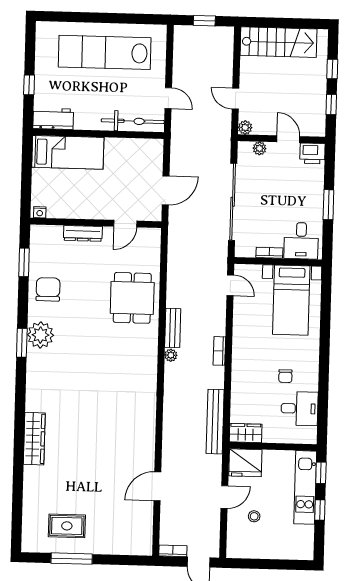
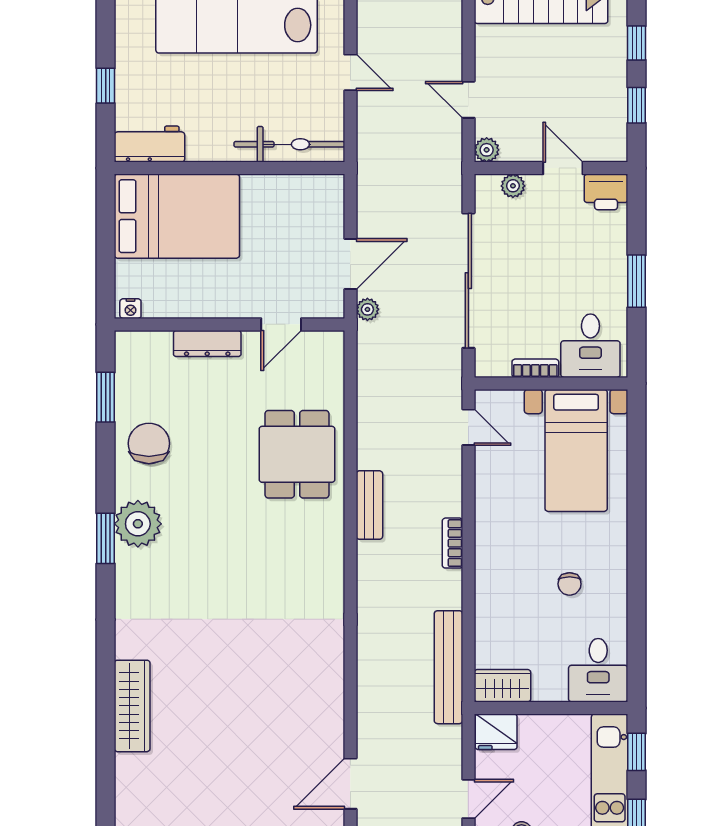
door: (168, 98) -> (350, 72), moved
bed: (68, 152) -> (177, 216), width x1.50
plant: (171, 355) -> (367, 309), moved
desk: (300, 409) -> (598, 670), moved, turned 90
fridge: (245, 463) -> (496, 732), width x0.73, depth x0.75

